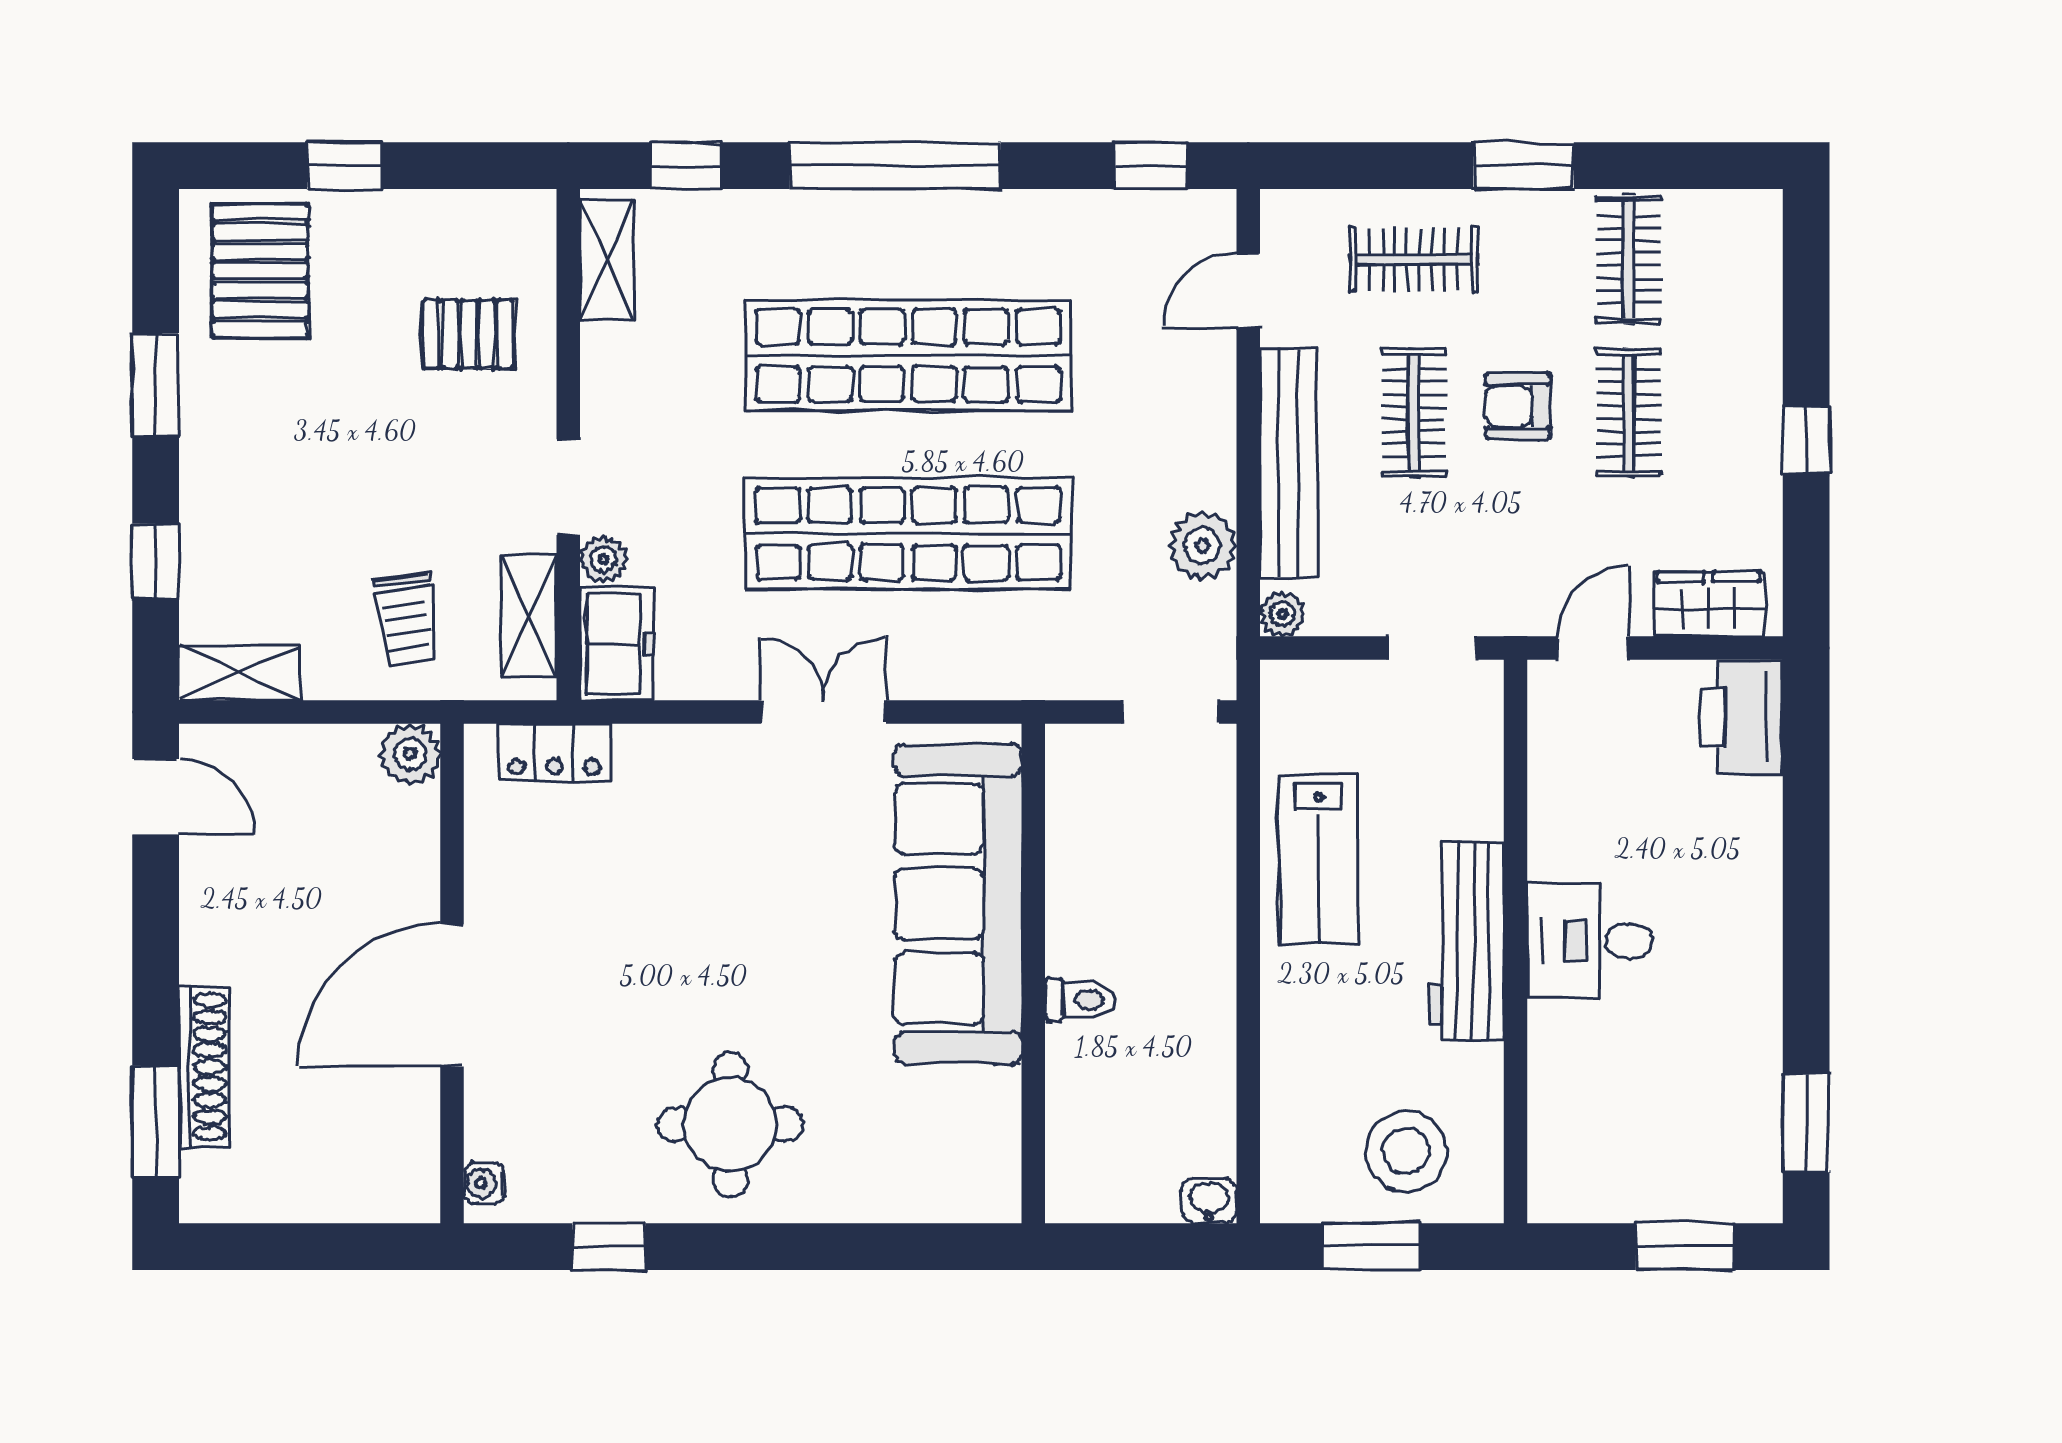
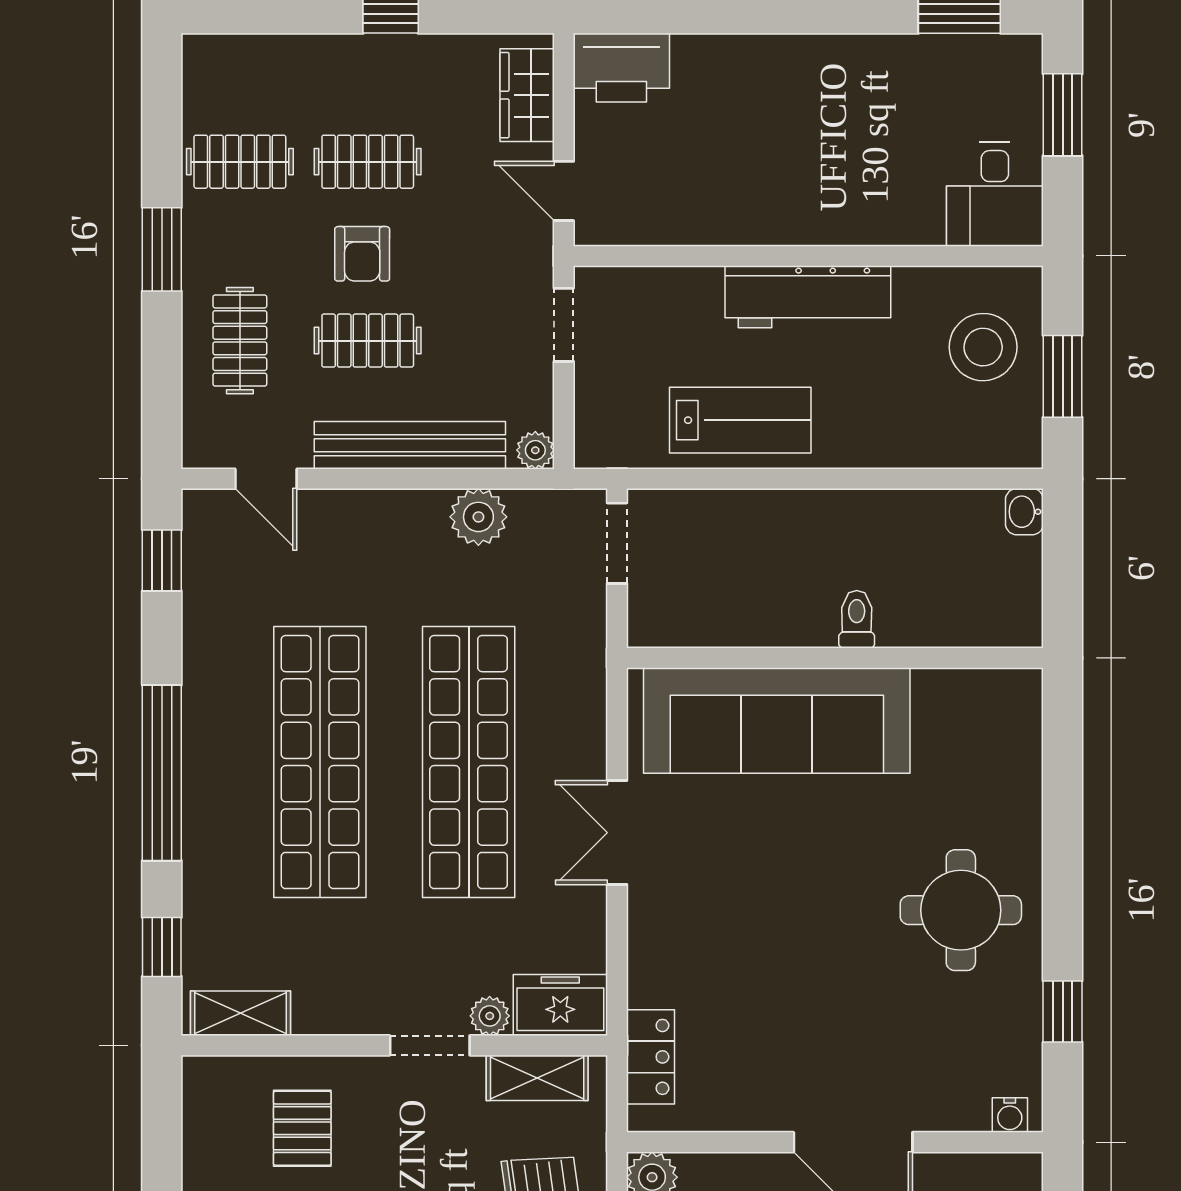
desk: (1590, 941) -> (995, 194), moved

